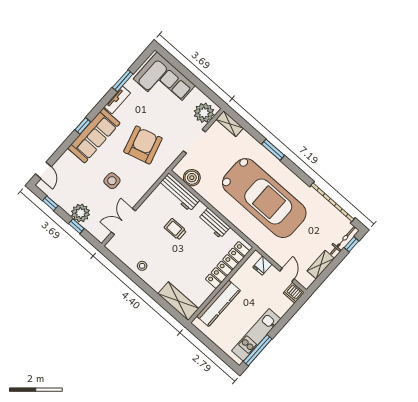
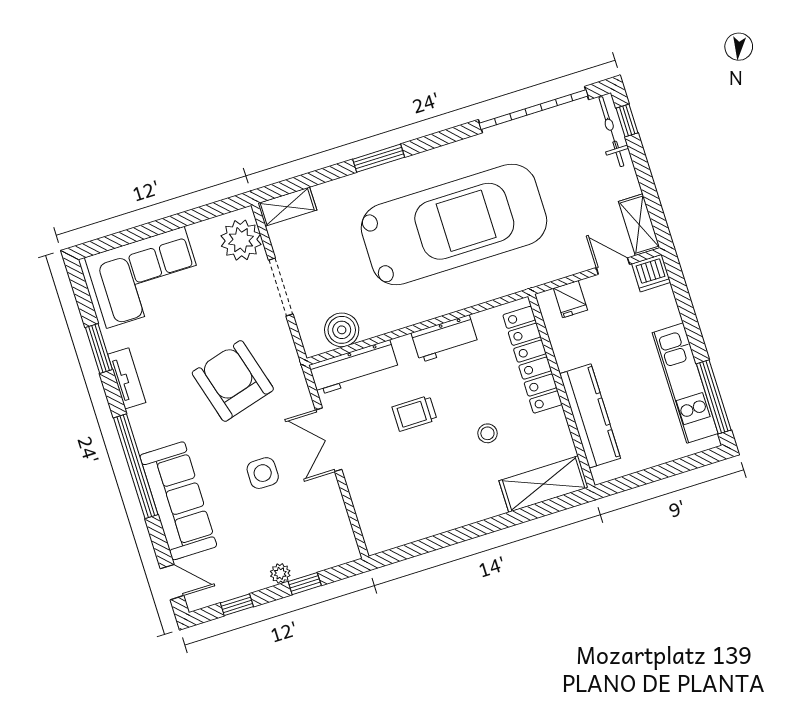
window: (83, 126) -> (136, 466), width x3.17
sofa: (94, 136) -> (178, 501), moved
plant: (81, 213) -> (280, 573), width x0.53, depth x0.53
double door: (123, 222) -> (329, 440), moved
shelving: (321, 265) -> (639, 225), moved
stool: (142, 266) -> (487, 433), moved

